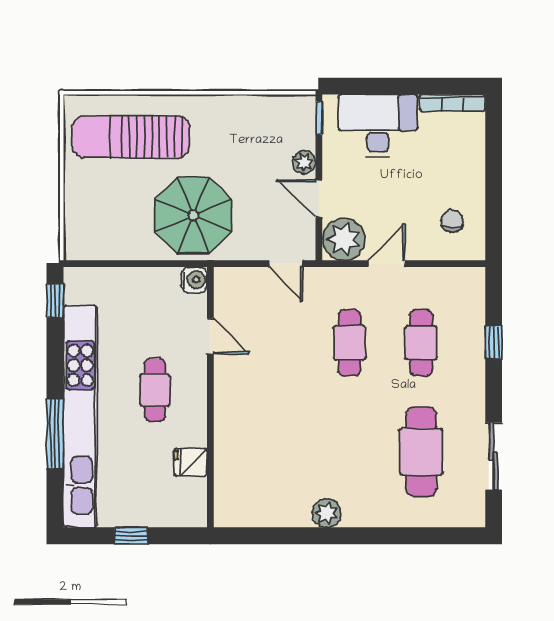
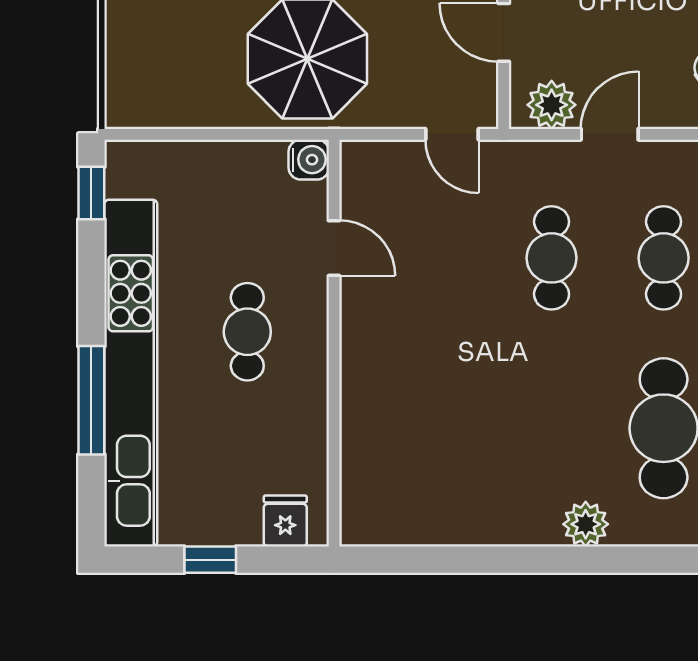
plant: (344, 239) -> (552, 105), width x0.73, depth x0.73
fridge: (191, 462) -> (285, 521), moved, turned 90
plant: (327, 513) -> (586, 524), moved

